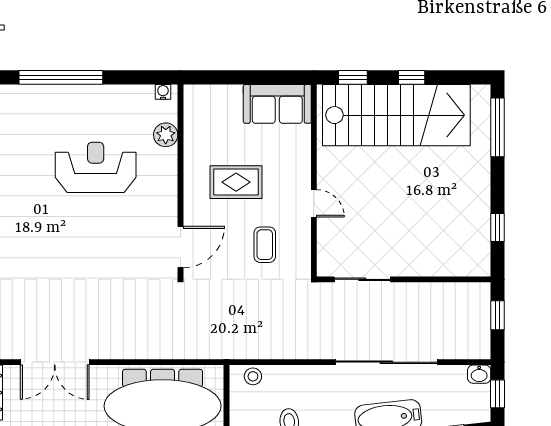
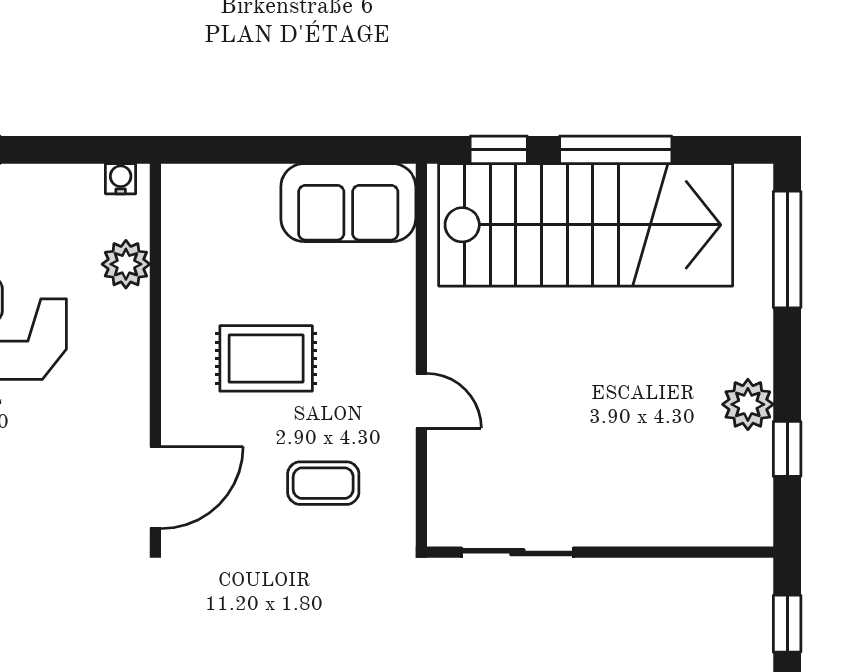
window: (412, 77) -> (616, 150), width x2.17
plant: (478, 205) -> (748, 404), added
coffee table: (265, 245) -> (323, 483), turned 90

